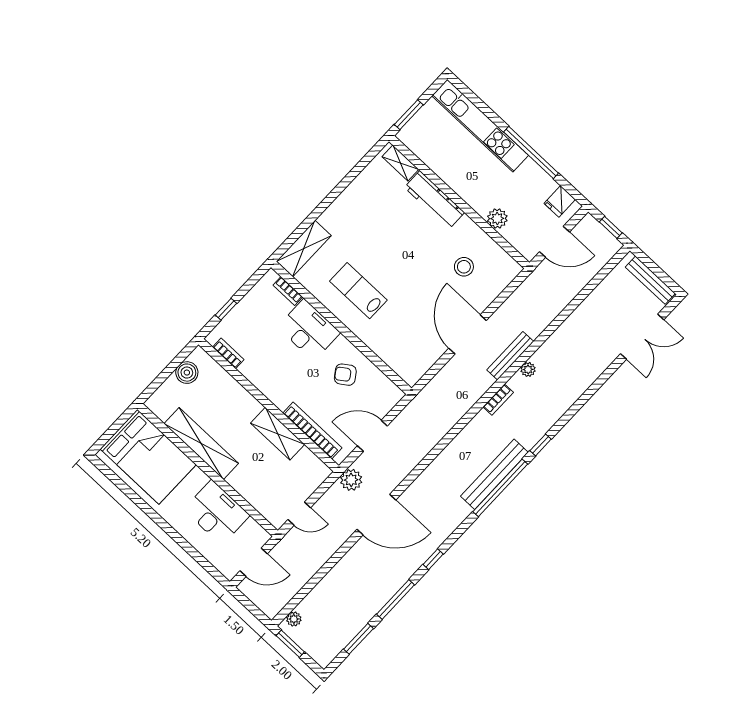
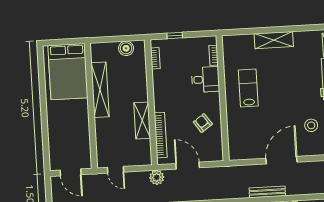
shelving: (304, 249) -> (274, 40), moved
desk: (309, 330) -> (205, 79), width x0.73
bench: (510, 356) -> (267, 192), moved
desk: (217, 512) -> (76, 131), removed

